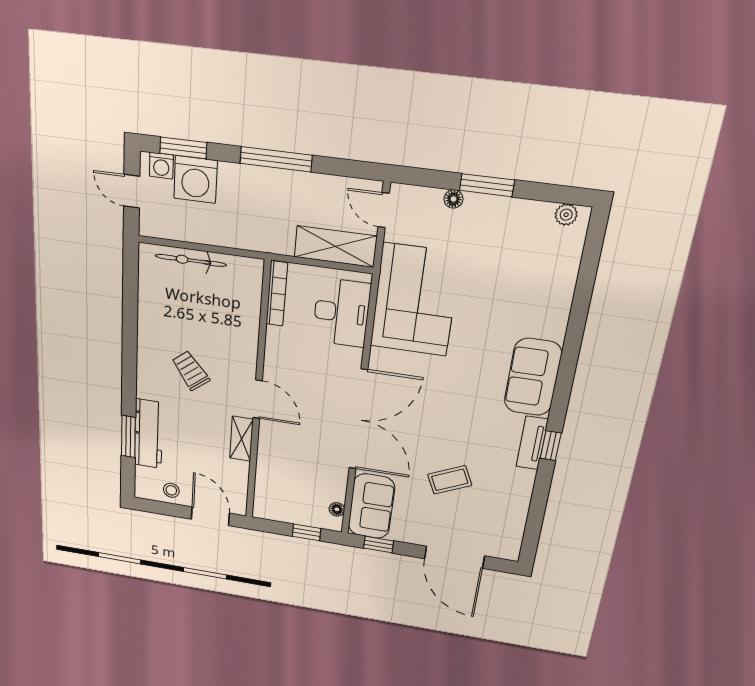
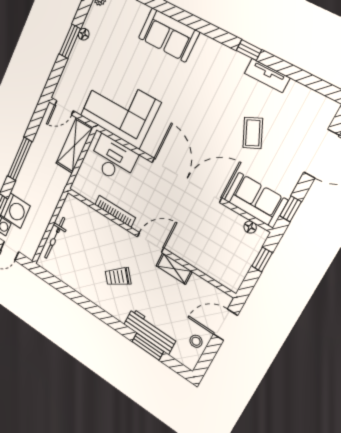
floor lamp: (453, 199) -> (84, 34), moved
bookcase: (277, 294) -> (115, 211), moved
sofa: (533, 377) -> (169, 35), moved
tv unit: (532, 443) -> (267, 76), moved

